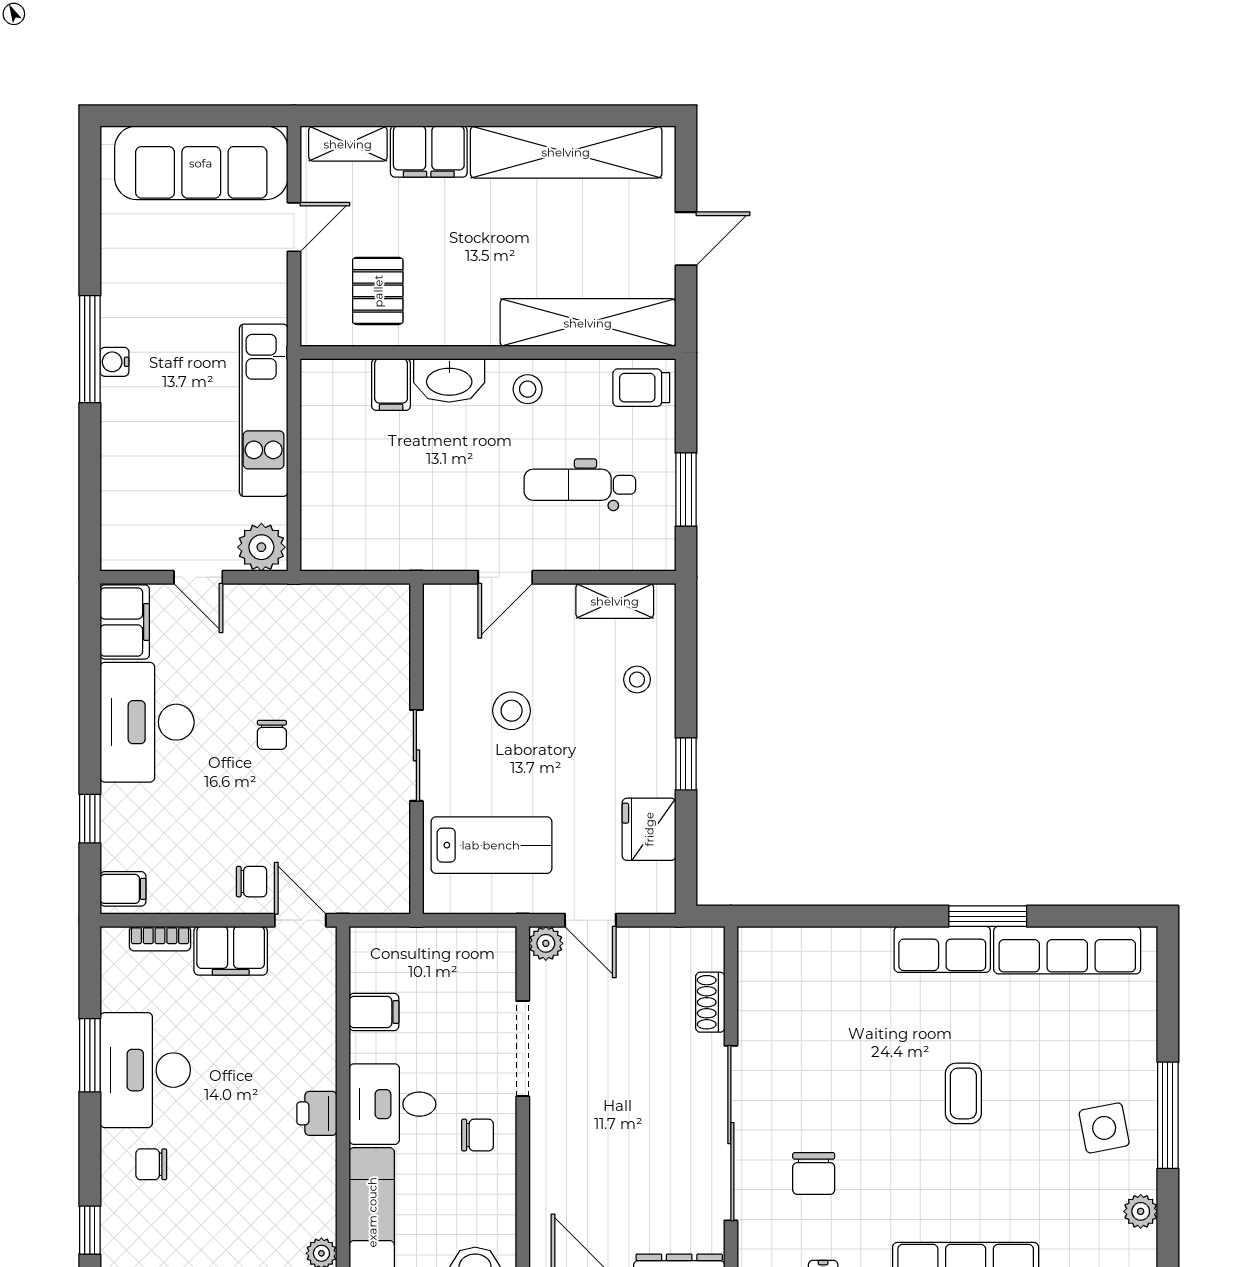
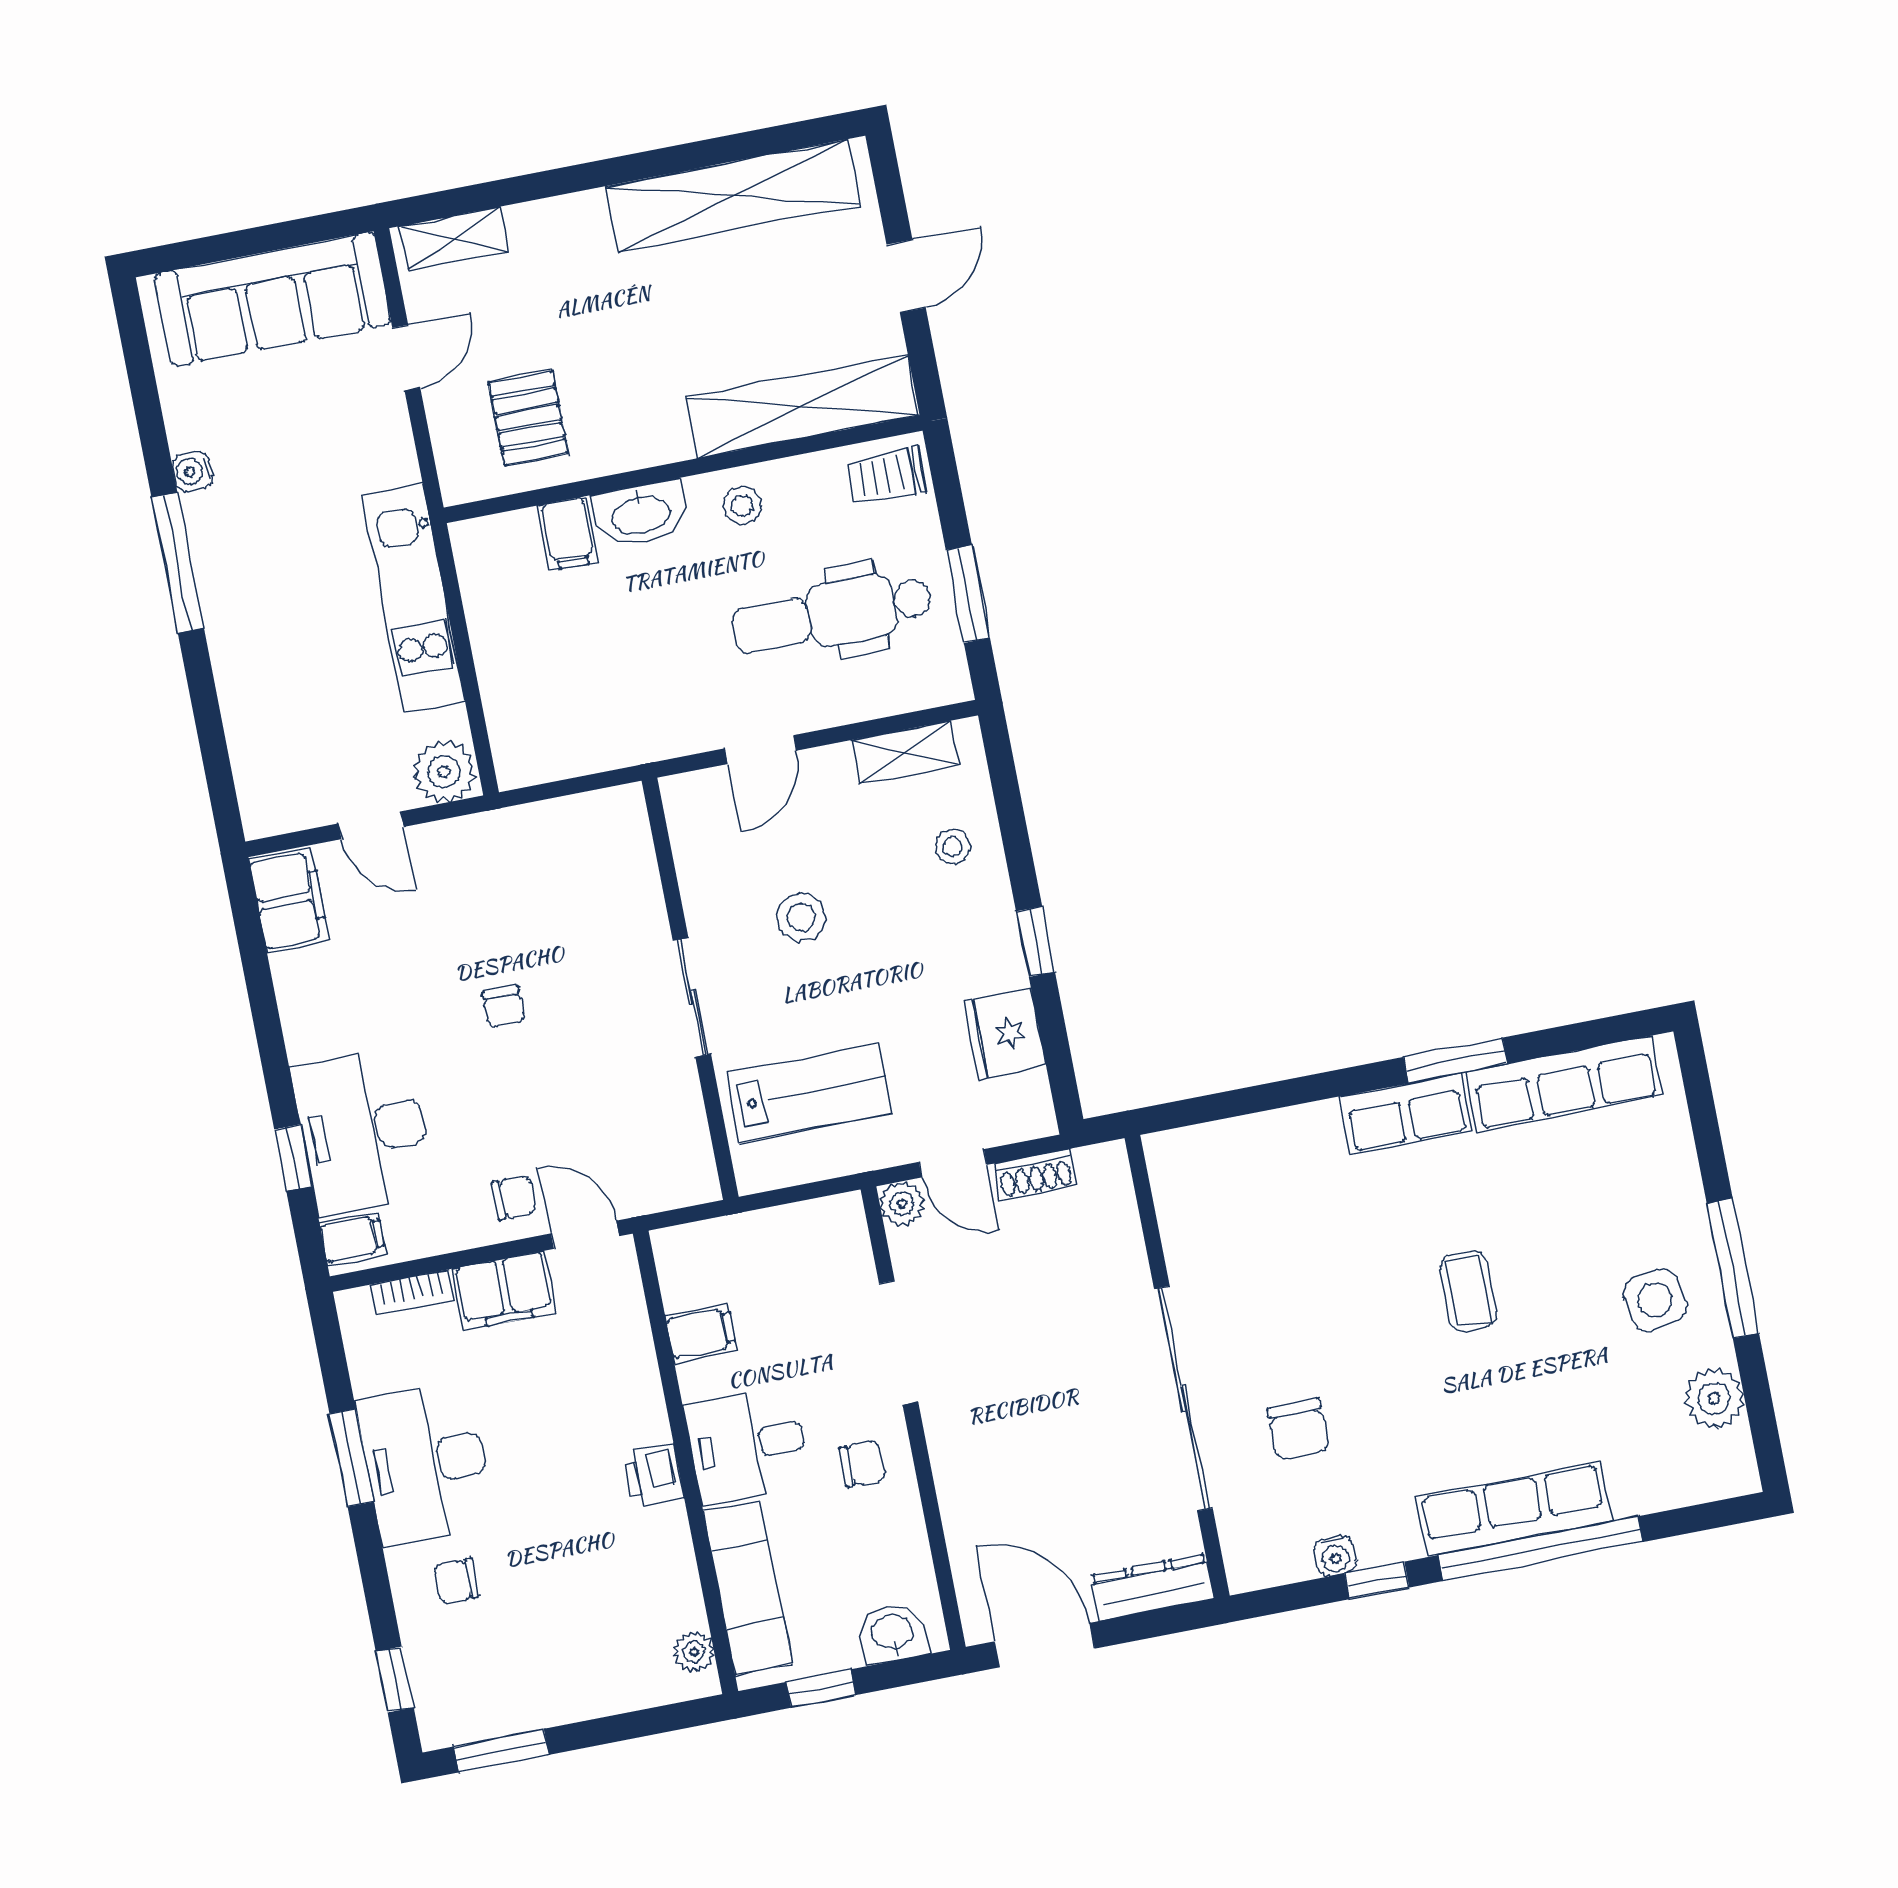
filing cabinet: (429, 152) -> (559, 229), removed
water cooler: (114, 362) -> (192, 471), moved
dental chair: (580, 485) -> (832, 614), width x1.36, depth x1.38
desk: (147, 722) -> (363, 1131), moved
shoe rack: (710, 1002) -> (1035, 1175), moved, turned -90
plant: (1141, 1211) -> (1714, 1398), width x1.38, depth x1.38

